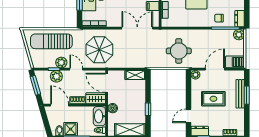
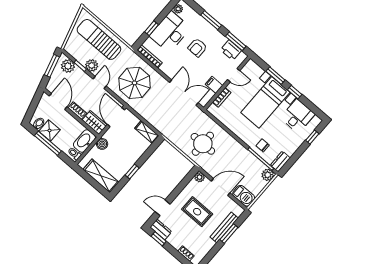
plant: (56, 76) -> (68, 66), moved

